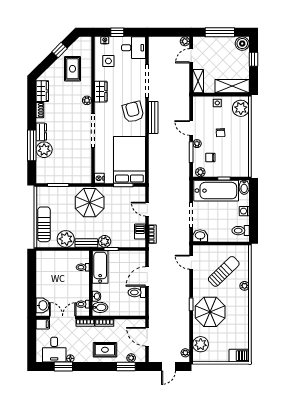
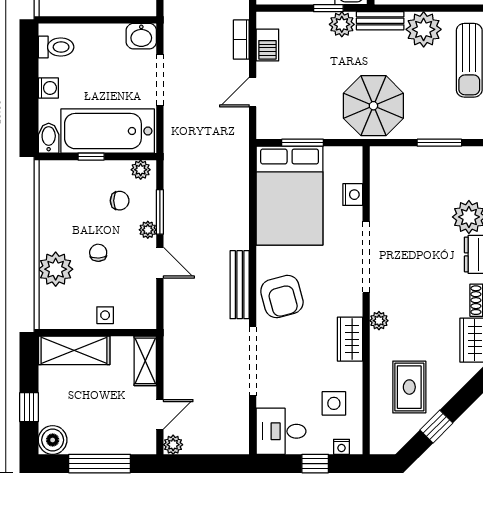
plant: (241, 108) -> (56, 269), moved
nightstand: (99, 178) -> (353, 195), moved
door: (147, 209) -> (253, 92), swing flipped

